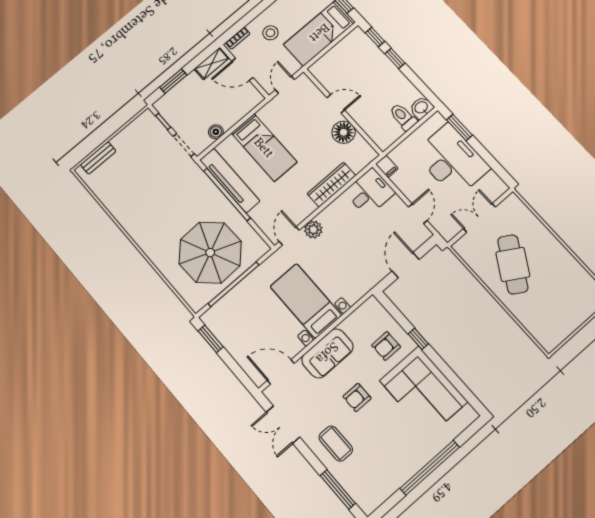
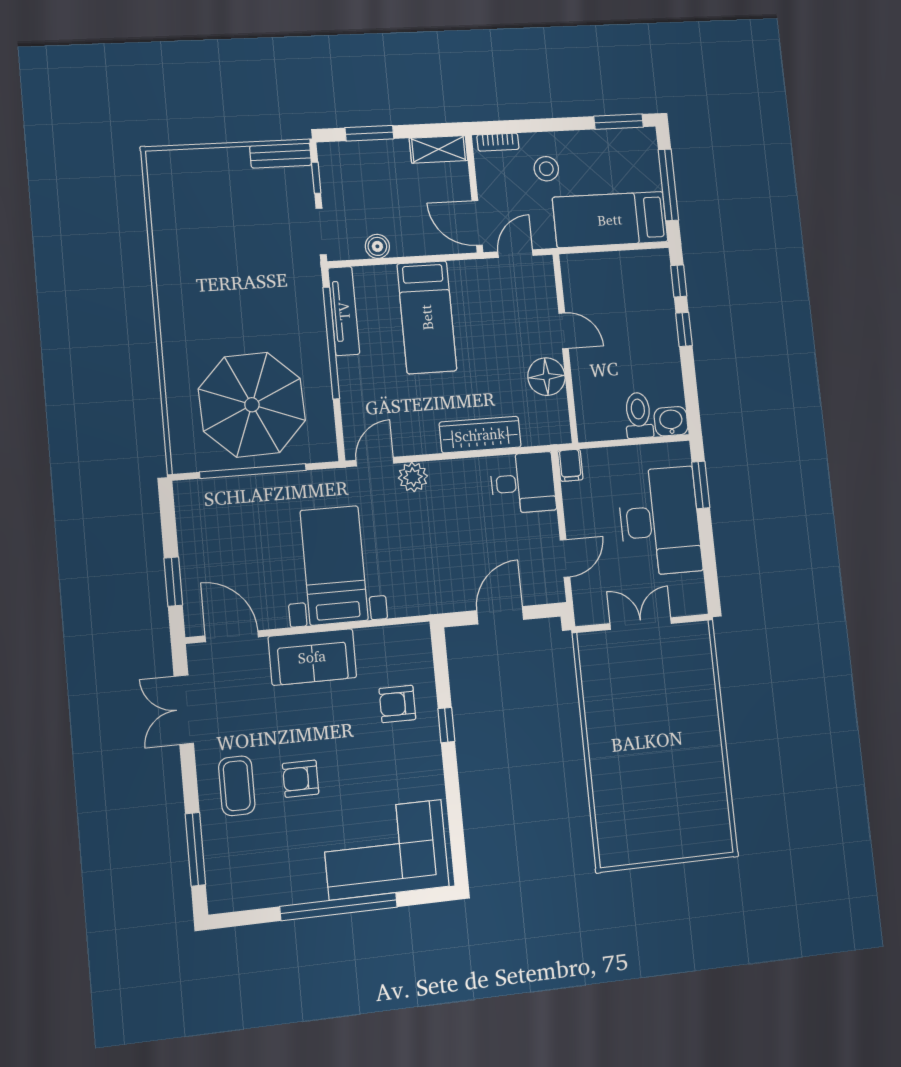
door: (242, 69) -> (477, 223), moved
bench: (98, 158) -> (281, 155), moved
tv unit: (230, 180) -> (344, 311), width x0.73, depth x0.78
cafe table: (513, 264) -> (639, 717), removed
window: (211, 339) -> (173, 582), moved
corner sofa: (424, 391) -> (385, 850), moved, turned 90
armchair: (357, 397) -> (301, 779), moved

